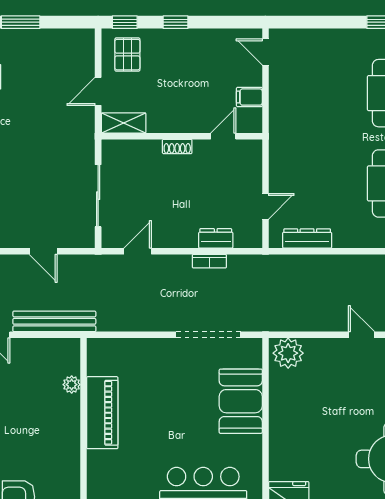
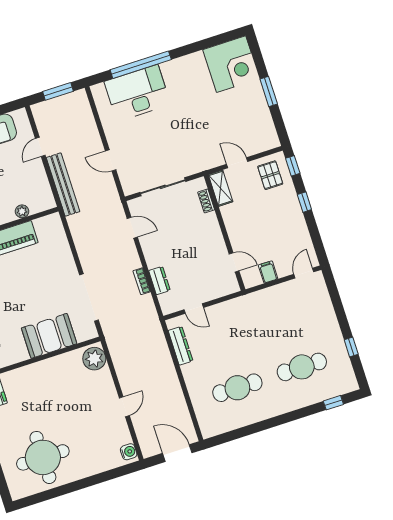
pallet: (127, 55) -> (270, 175), turned 90
shoe rack: (177, 146) -> (206, 201), moved
door: (43, 251) -> (111, 160), hinge flipped

